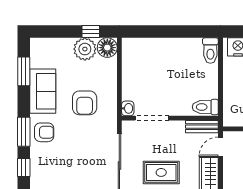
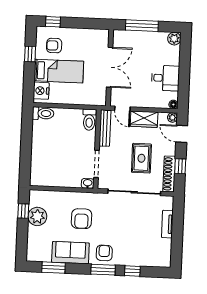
floor lamp: (107, 48) -> (37, 198), removed
armchair: (85, 103) -> (82, 219), turned 90
bench: (202, 127) -> (105, 128), width x1.36

